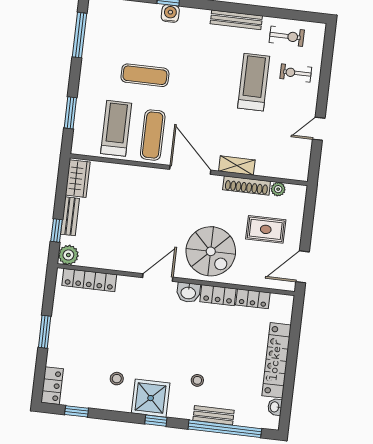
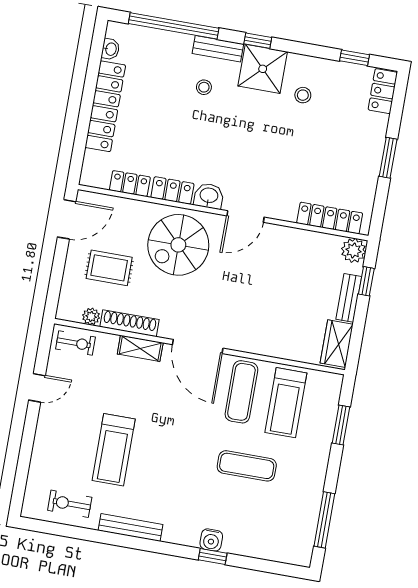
exercise bike: (296, 73) -> (75, 343), moved
spiral stairs: (211, 251) -> (178, 245), turned -90
bench: (214, 415) -> (218, 49), moved

